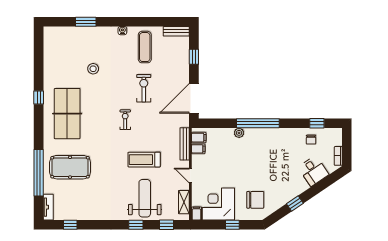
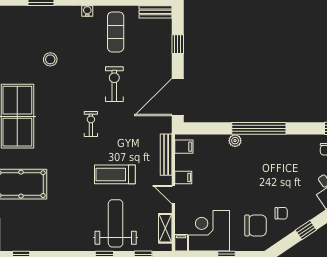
filing cabinet: (198, 149) -> (183, 177), moved
chair: (275, 190) -> (281, 213), added

